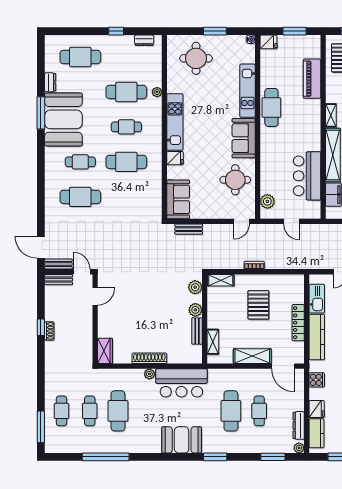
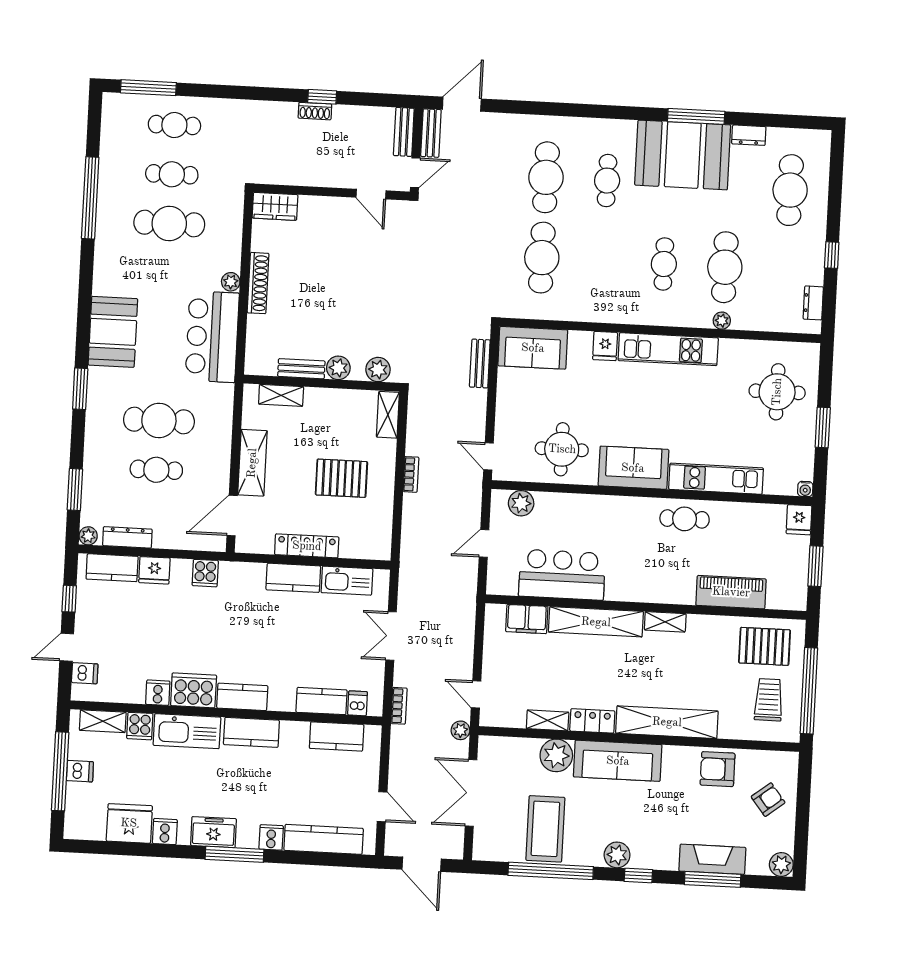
cafe table: (271, 107) -> (685, 519), width x0.73, depth x0.74
cafe table: (126, 162) -> (542, 258), moved
kitchen counter: (317, 337) -> (293, 578), width x0.67

